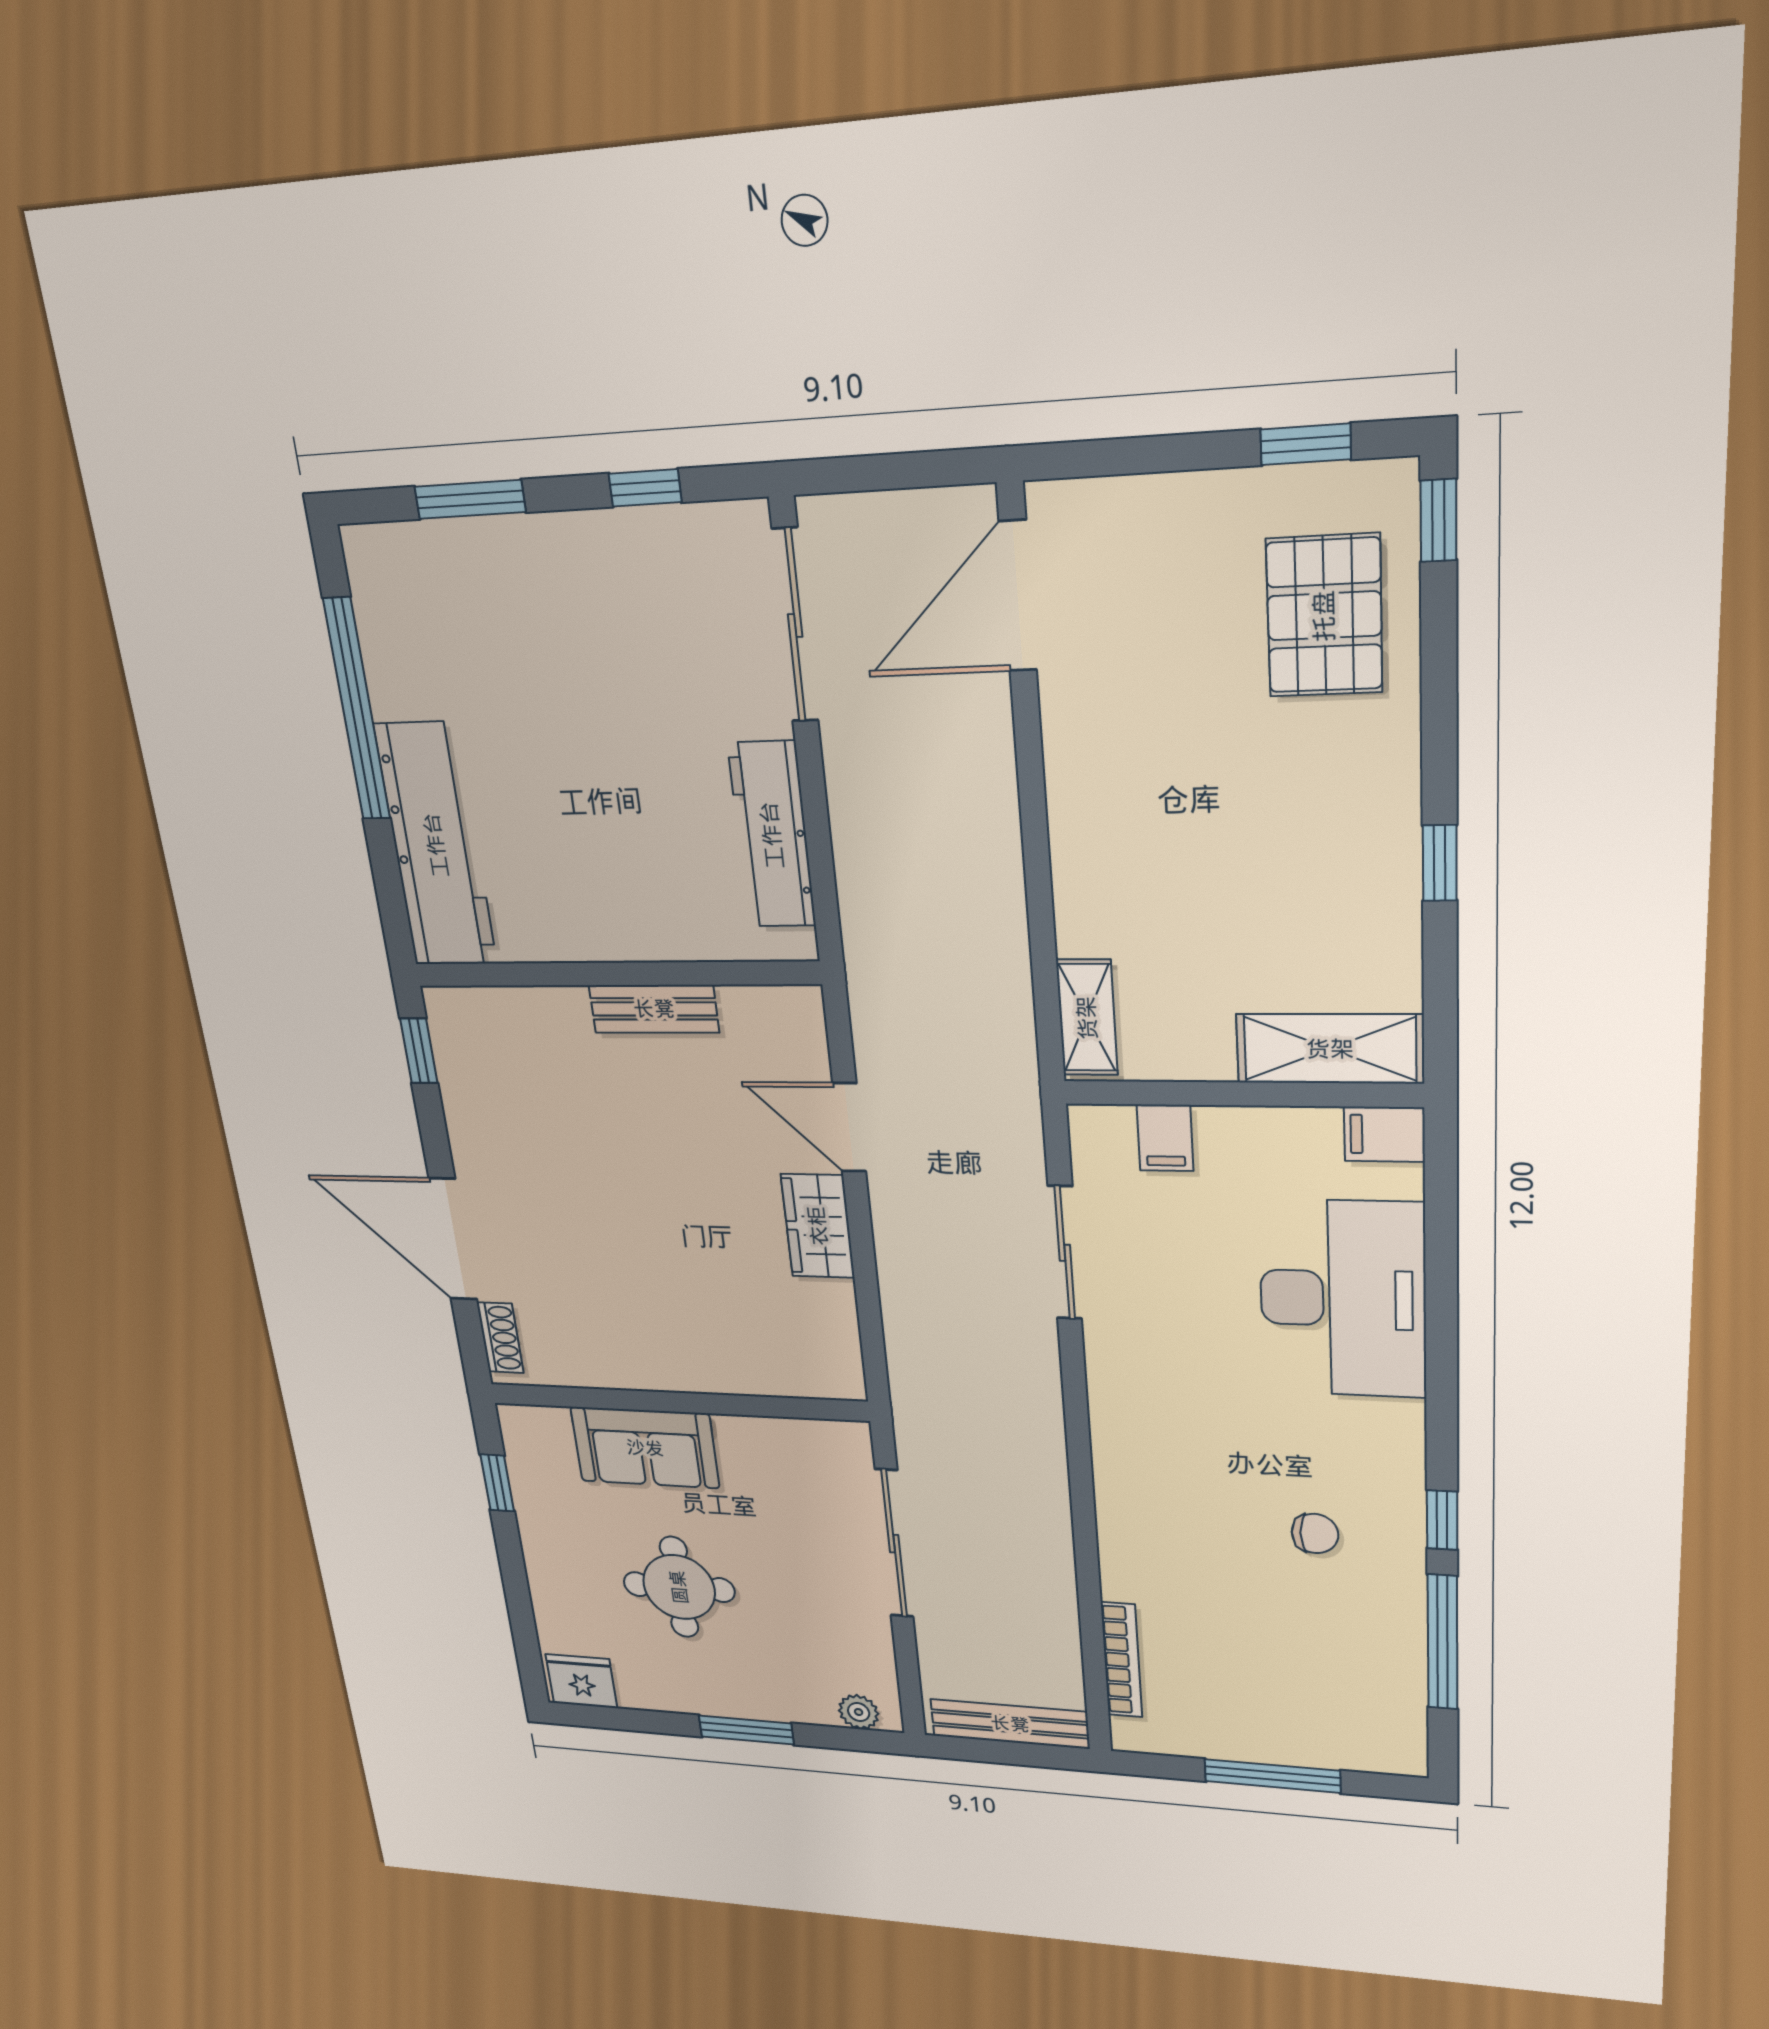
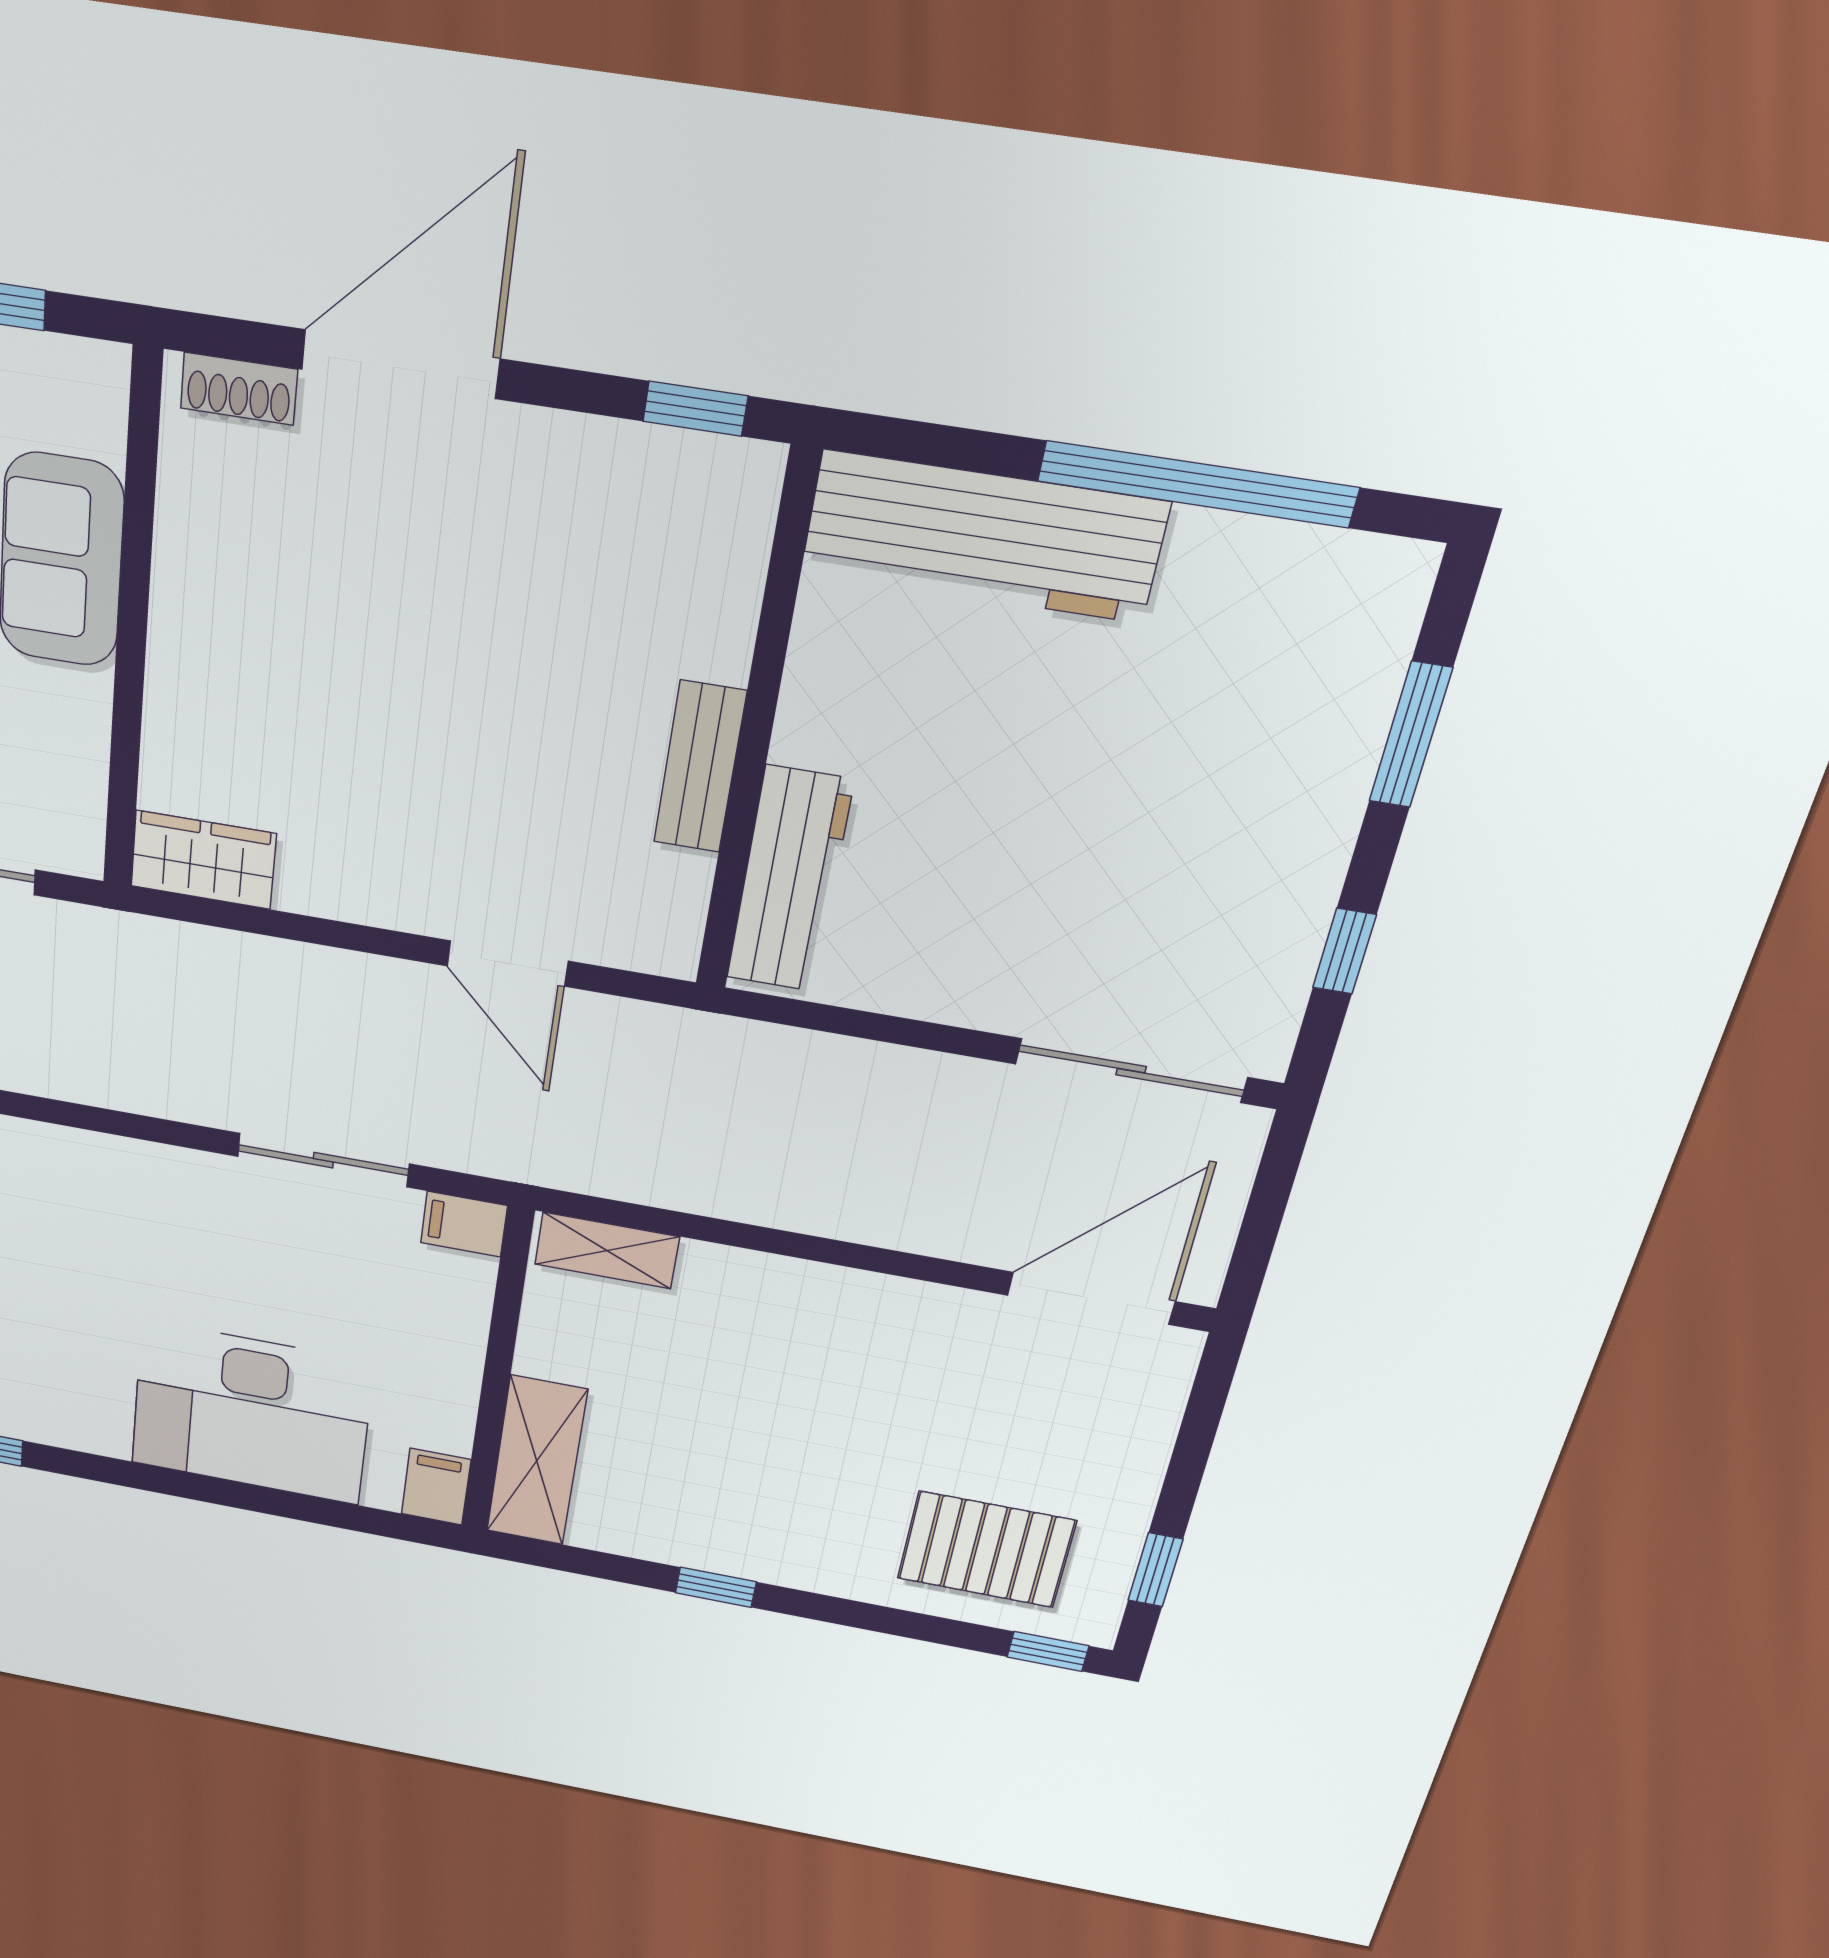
door: (1018, 596) -> (1091, 1298), hinge flipped
workbench: (772, 835) -> (790, 880), moved, turned 90
door: (849, 1127) -> (507, 964), swing flipped
filing cabinet: (1165, 1138) -> (464, 1224), moved
wardrobe: (818, 1226) -> (203, 860), moved

